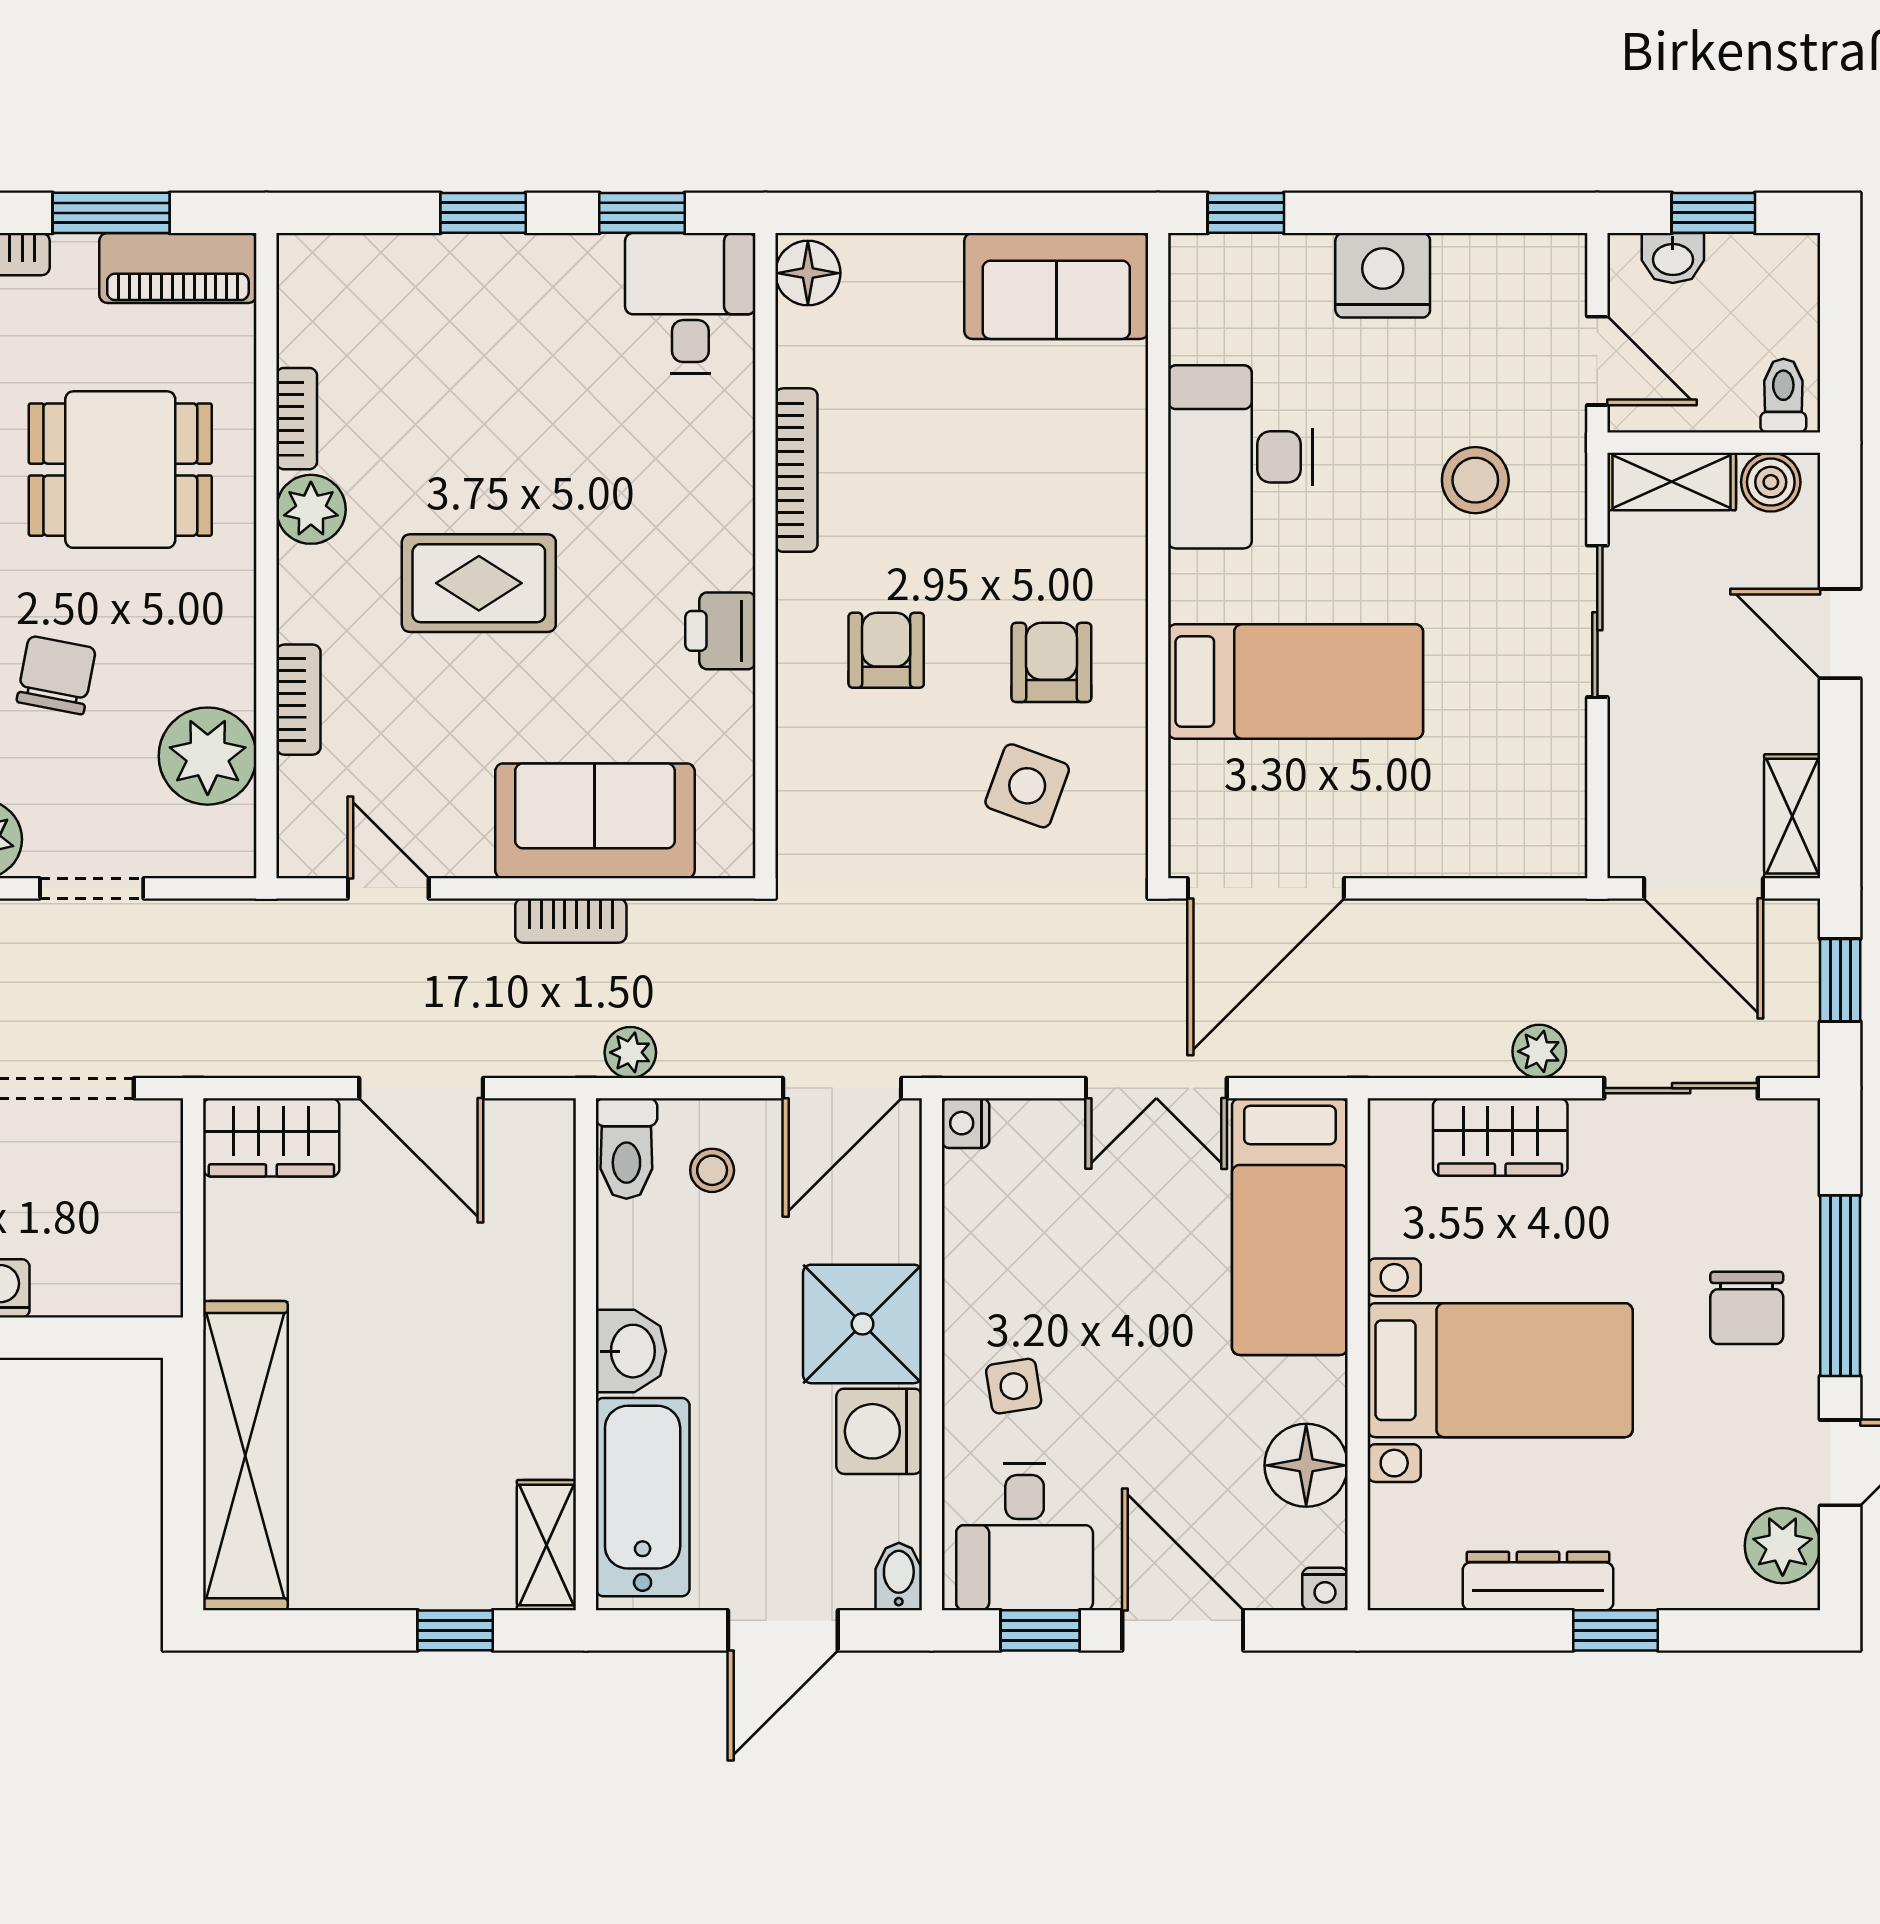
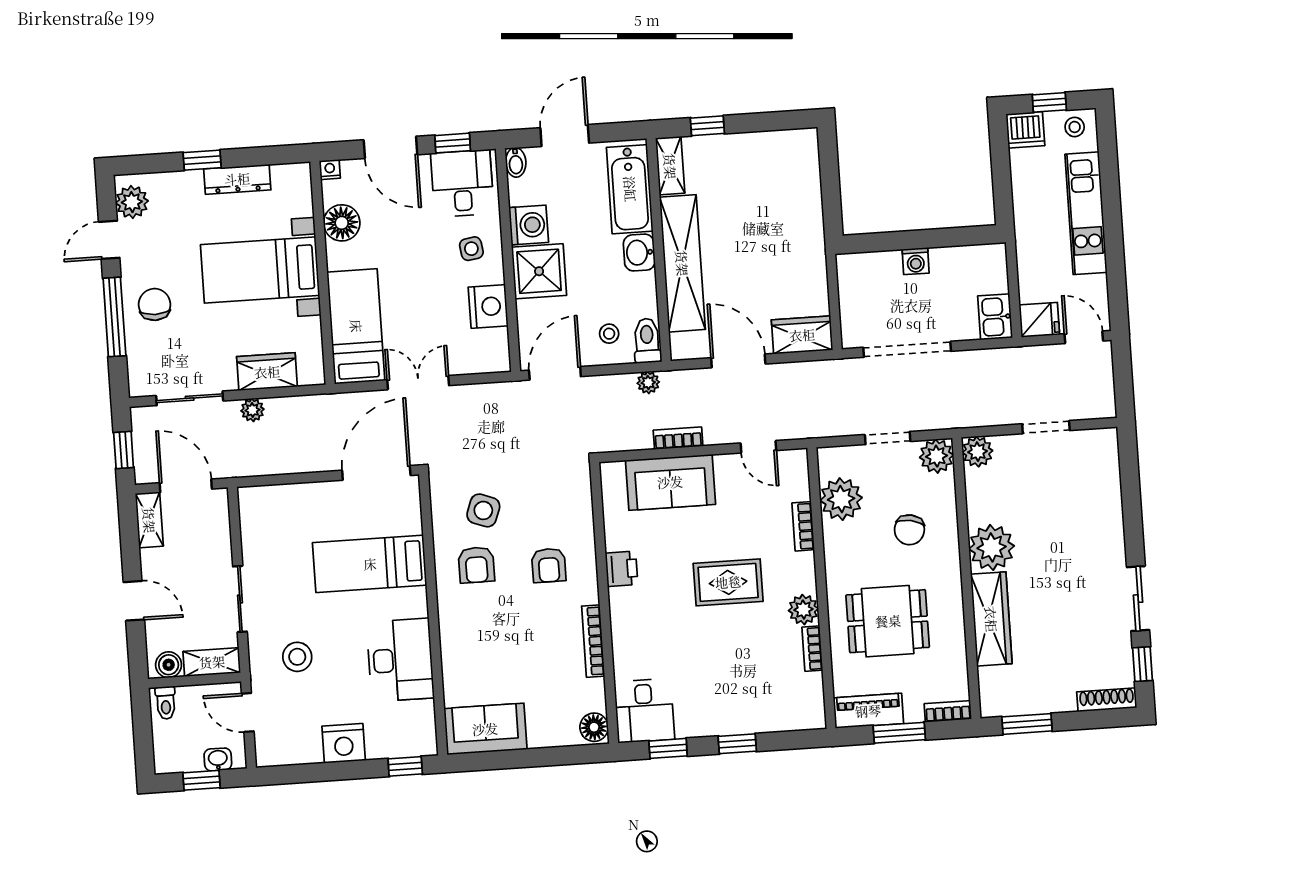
nightstand: (965, 1123) -> (488, 306), moved, width x1.89, depth x1.79
shelving: (245, 1456) -> (682, 263), moved

